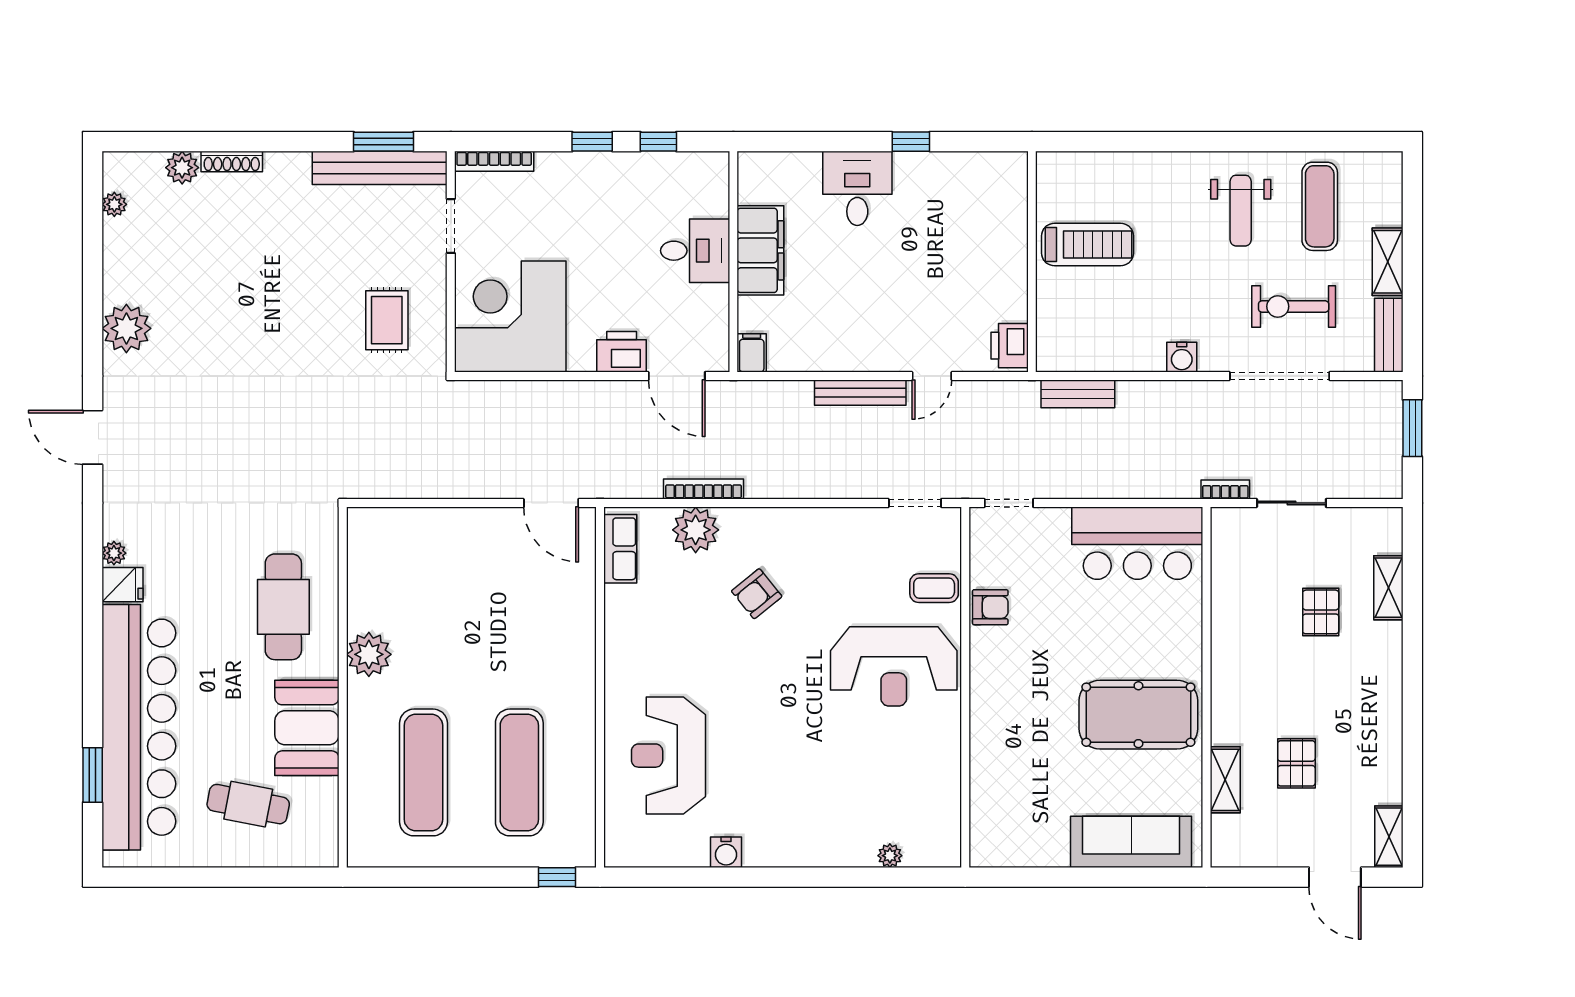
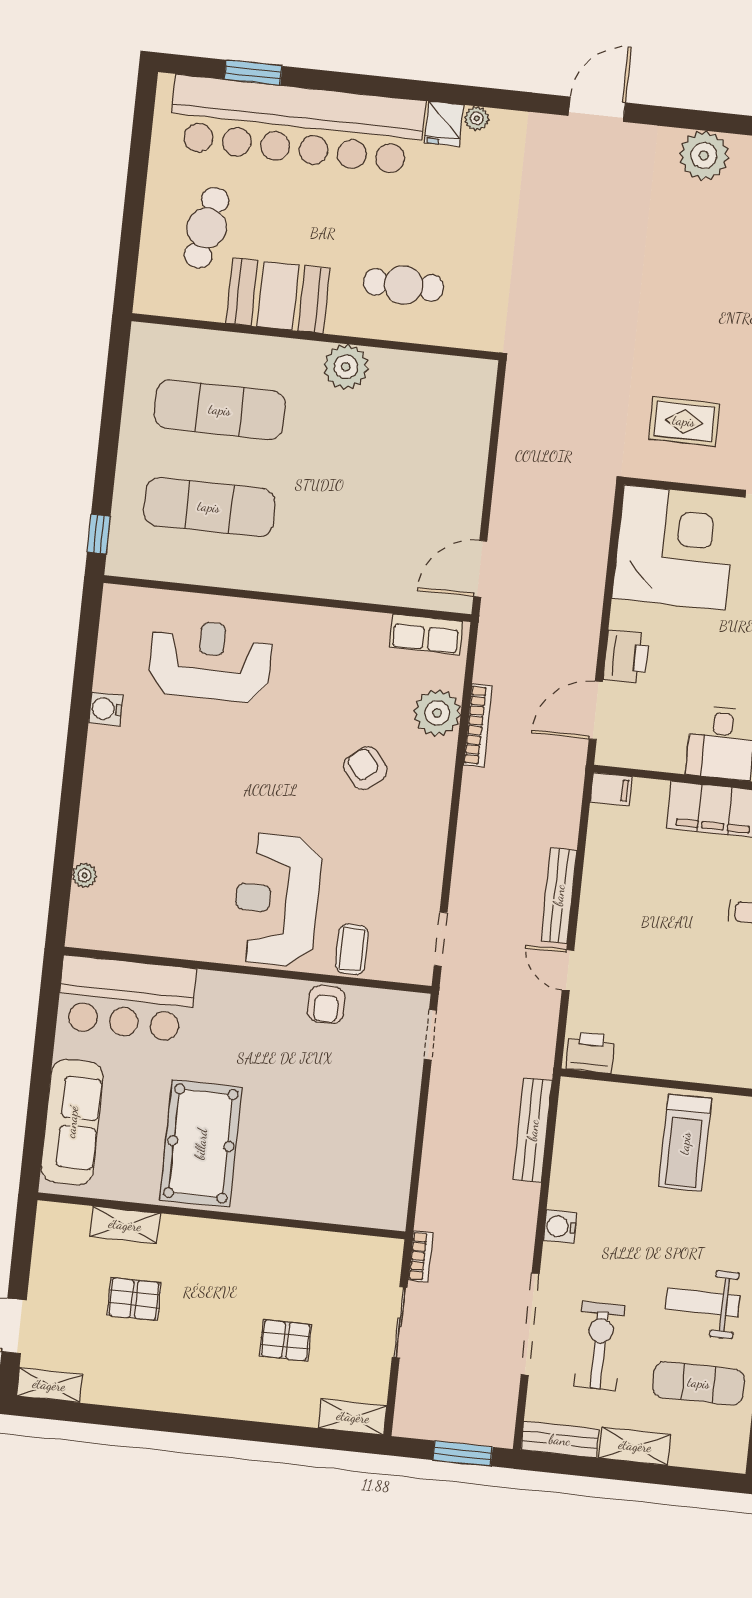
bench: (1078, 394) -> (533, 1130), width x1.36
bar counter: (1137, 543) -> (126, 999), moved, turned -90
shelving: (1388, 588) -> (353, 1417), moved
cafe table: (283, 607) -> (404, 285), width x0.73, depth x0.74

